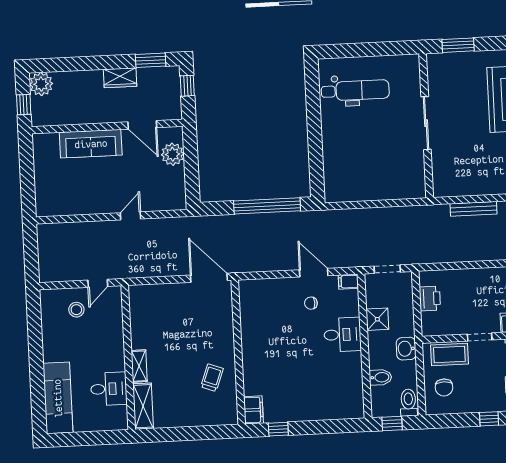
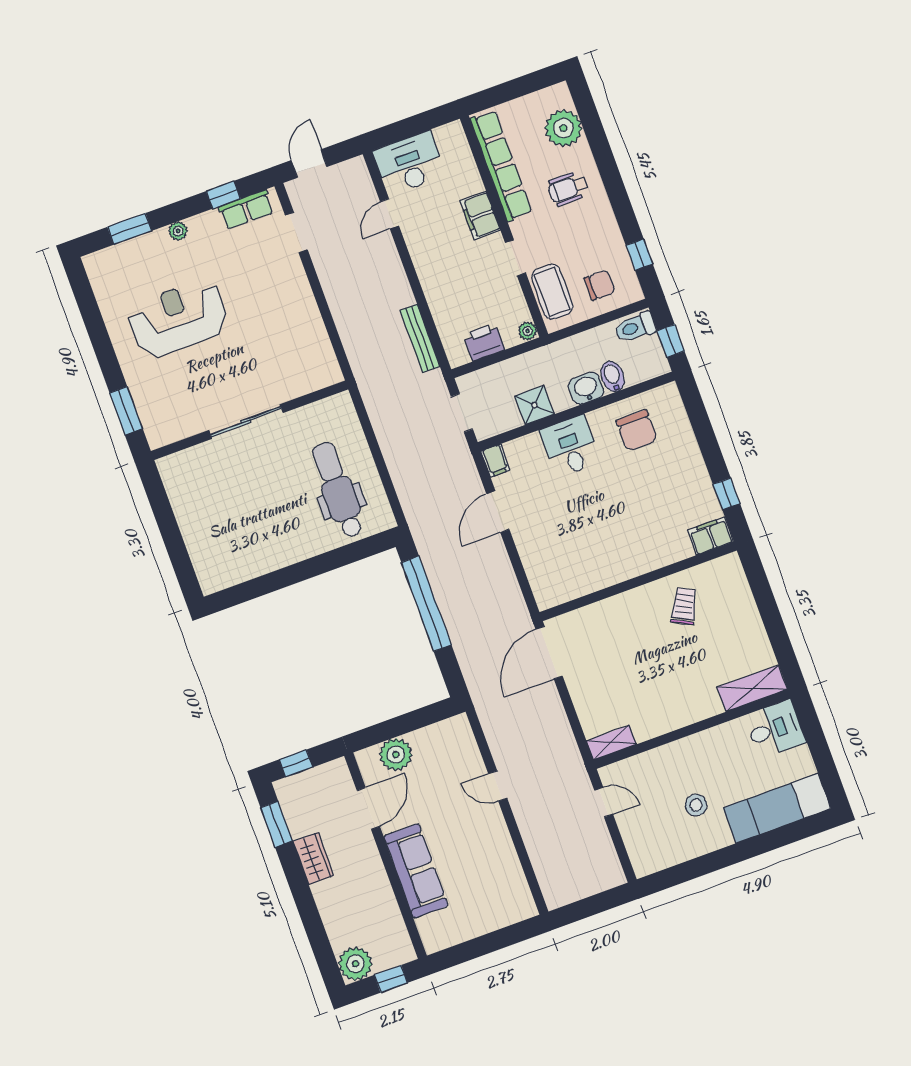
dental chair: (355, 90) -> (338, 490), moved
bench: (474, 209) -> (420, 338), moved
chair: (311, 303) -> (637, 430), moved, width x1.87, depth x1.87
stool: (76, 310) -> (696, 805), moved
plant: (428, 330) -> (528, 331), added
washbasin: (406, 349) -> (586, 388), moved, turned 180
shelving: (139, 366) -> (611, 743), moved
trolley: (212, 378) -> (684, 606), turned 97
desk: (109, 389) -> (775, 729), moved, turned 90
window: (489, 419) -> (639, 255), moved

